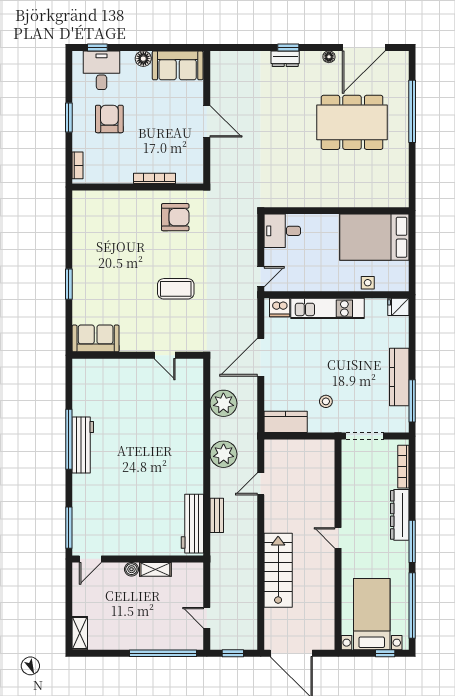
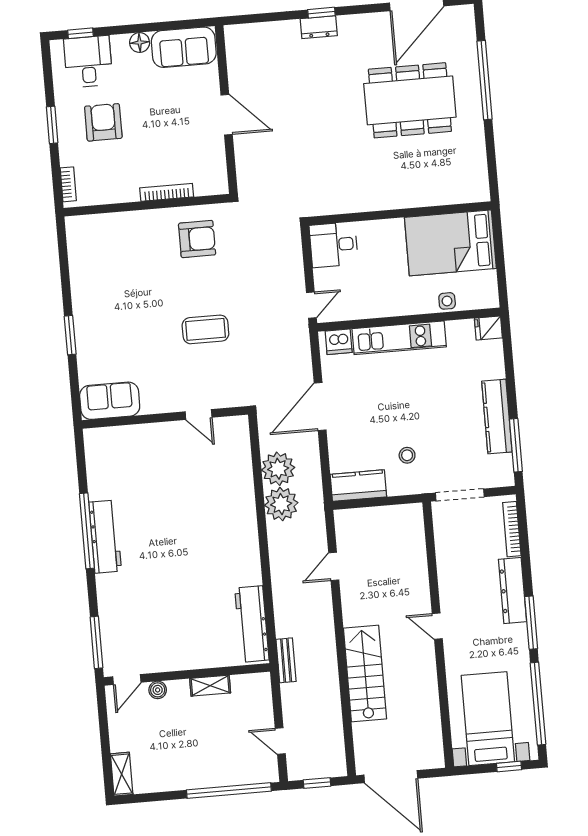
floor lamp: (329, 57) -> (374, 20), removed
plant: (224, 454) -> (281, 504), moved
bench: (217, 515) -> (286, 660), moved
boiler: (131, 569) -> (158, 690), moved

